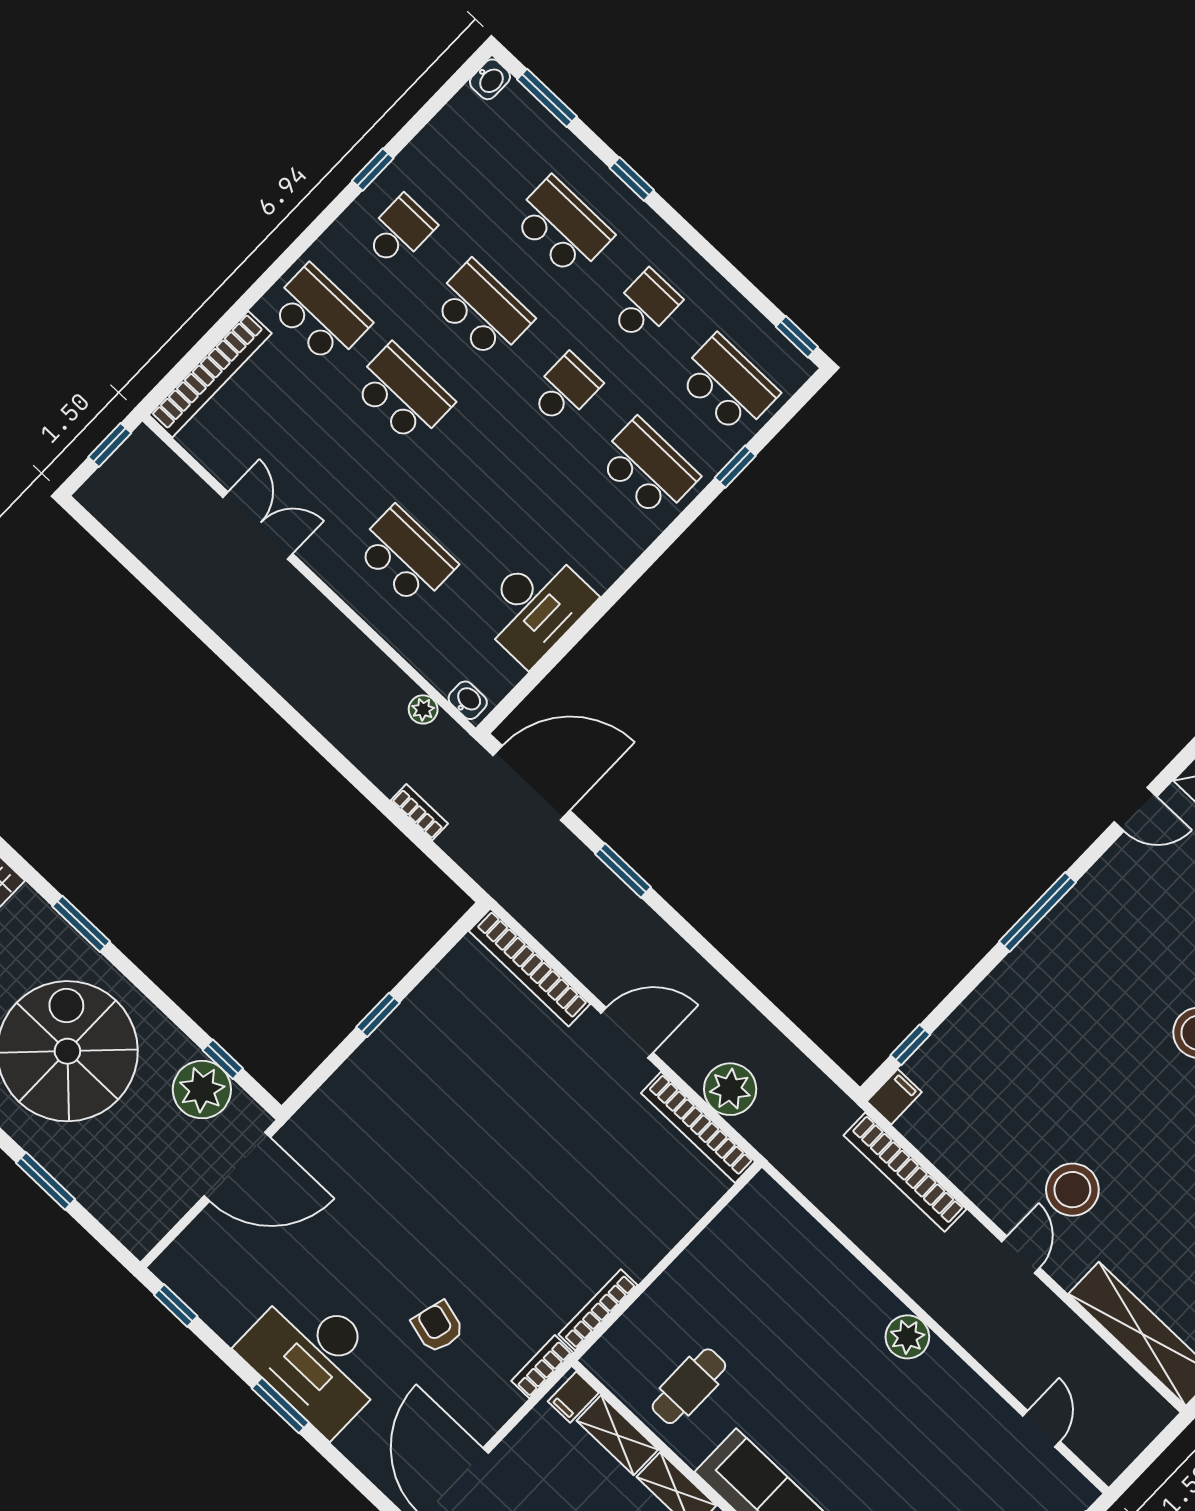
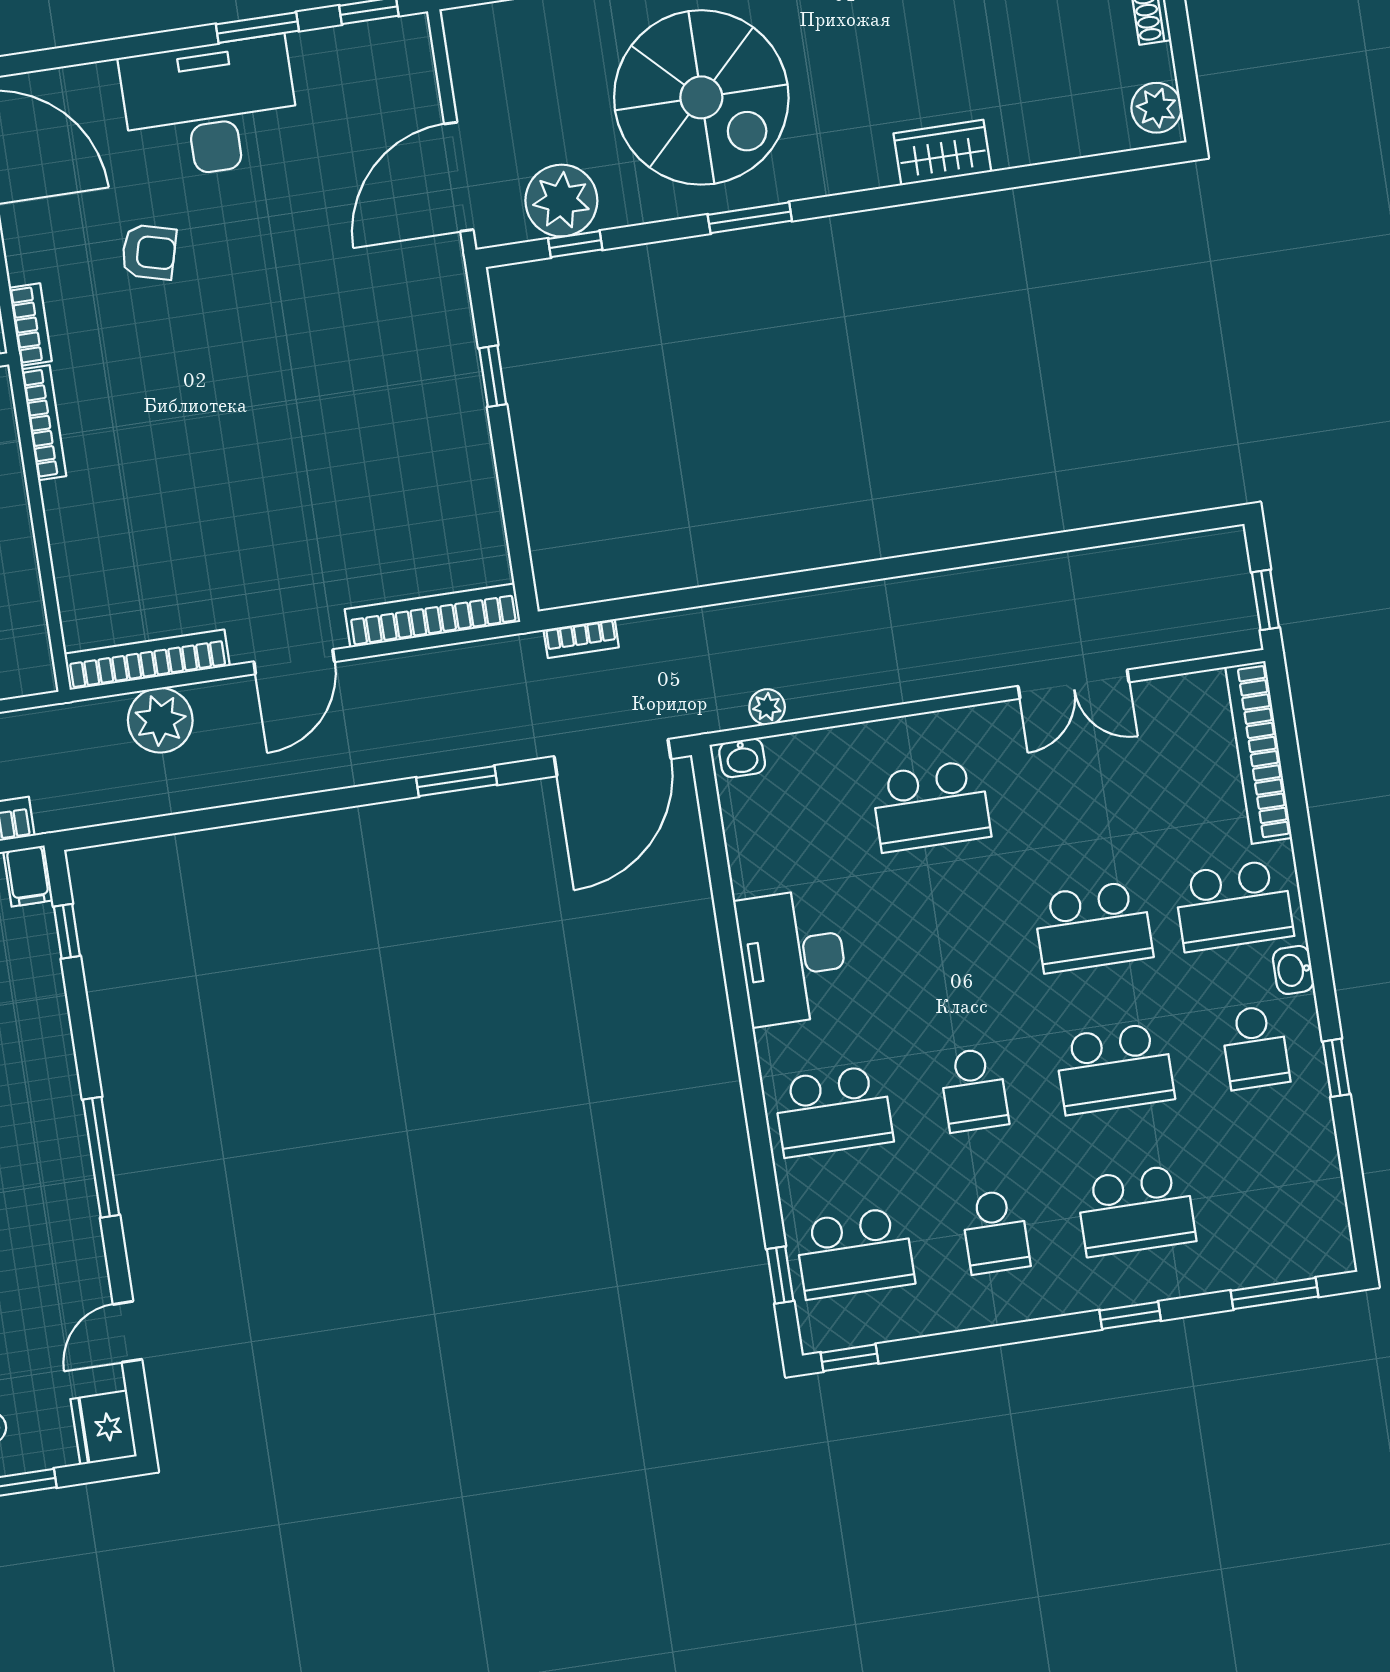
washbasin: (490, 79) -> (1293, 970), moved
window: (735, 467) -> (780, 1275), moved
desk: (535, 606) -> (792, 957), moved
bookcase: (419, 812) -> (581, 638), moved
window: (81, 924) -> (750, 218), moved
window: (378, 1015) -> (493, 376), moved
window: (280, 1405) -> (257, 28), moved

